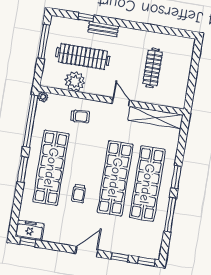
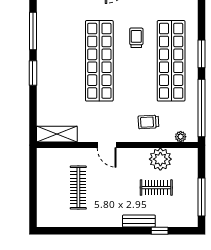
clothes rail: (83, 57) -> (156, 188), width x0.54, depth x0.76
plant: (43, 97) -> (181, 137), moved
shelving: (155, 118) -> (57, 134), width x0.68
shop shelf: (147, 184) -> (63, 61), removed

